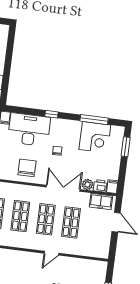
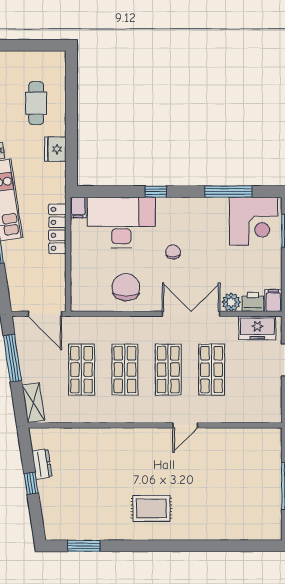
corner desk: (95, 137) -> (254, 221), moved

